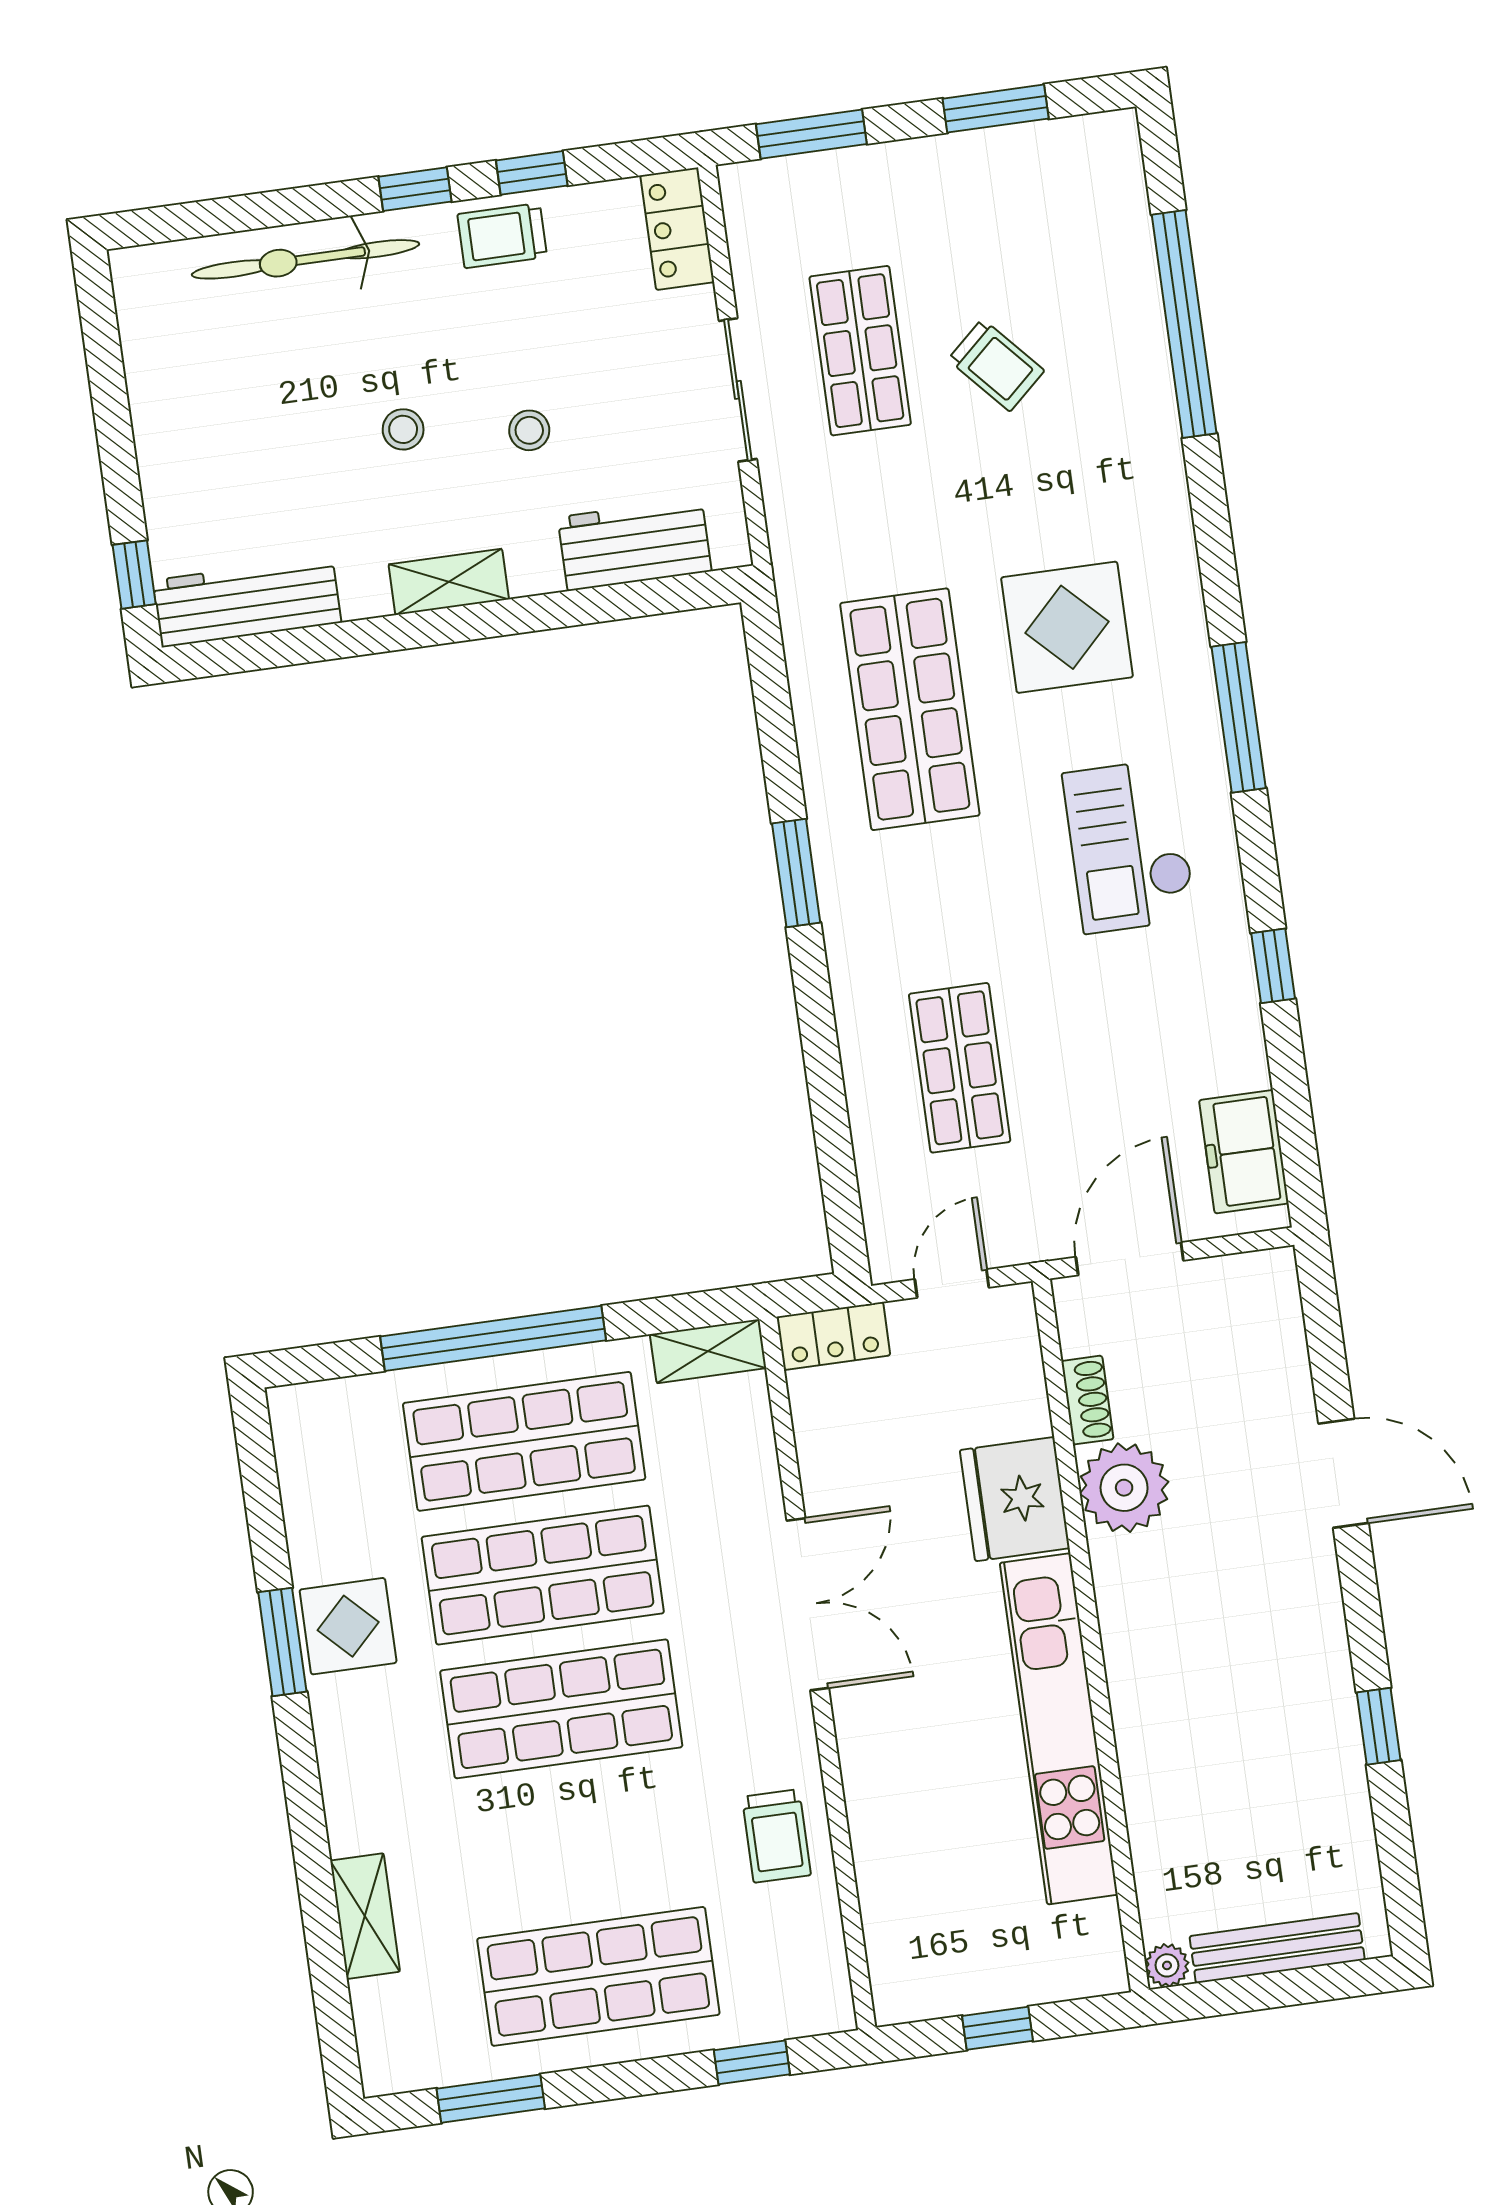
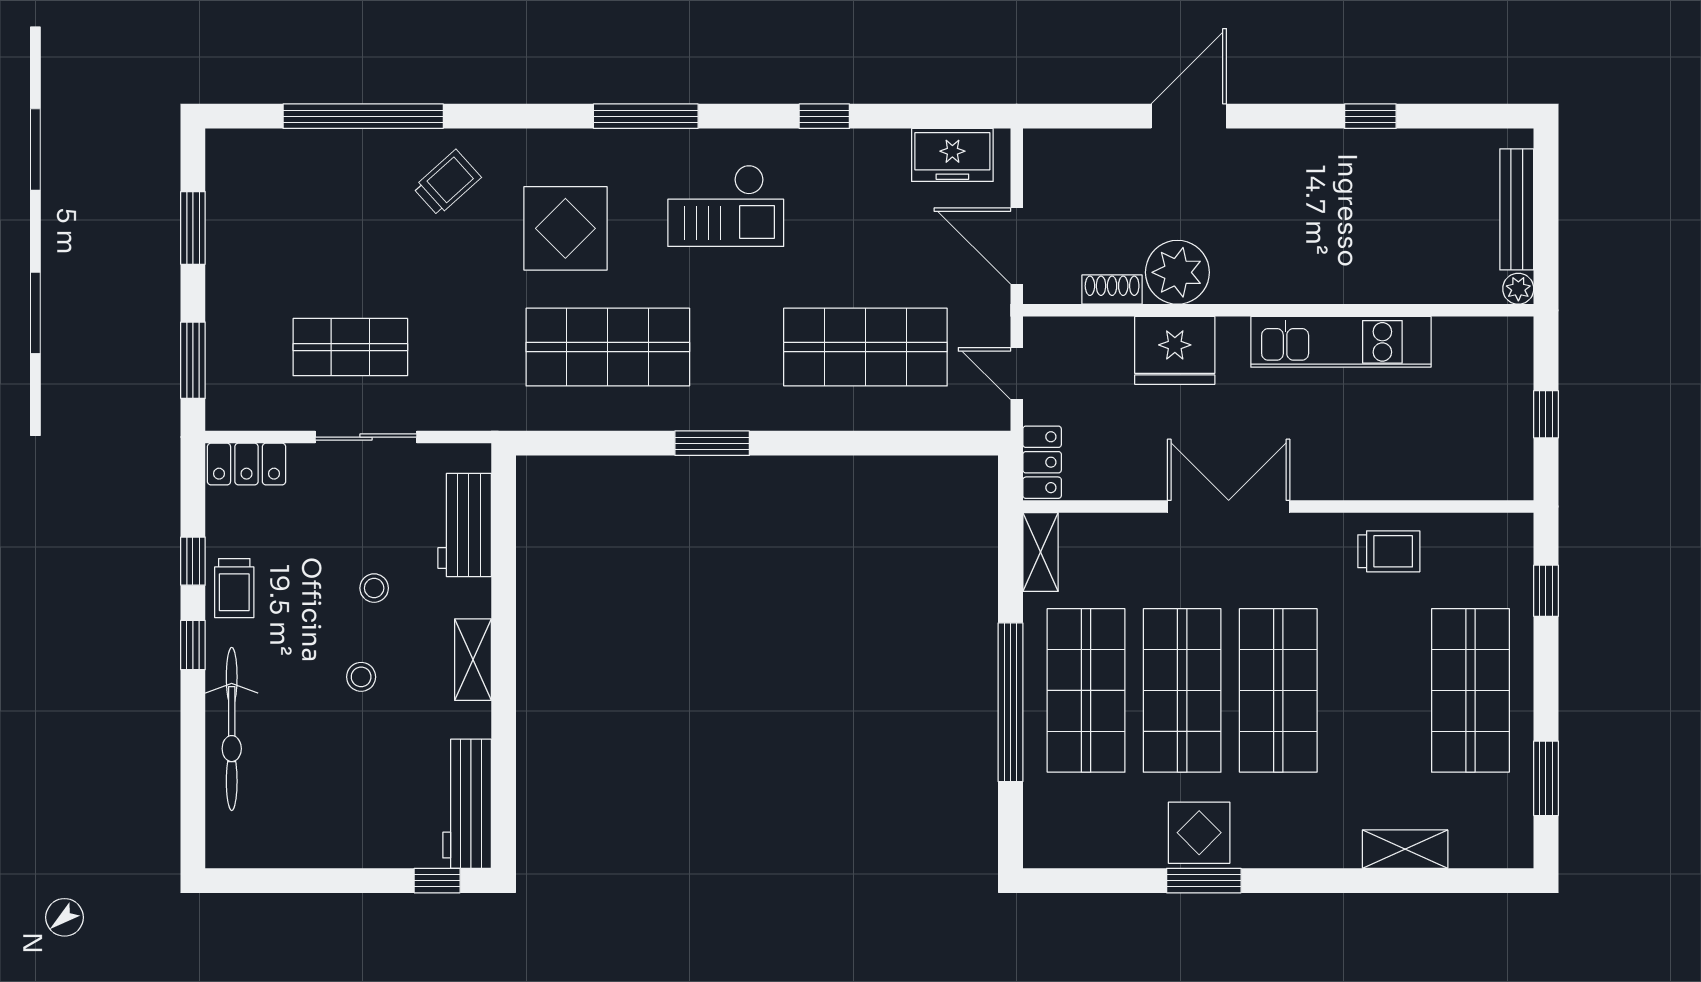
trolley: (996, 365) -> (447, 183), moved
shop shelf: (960, 1068) -> (865, 347), width x1.43, depth x1.36
kitchen unit: (1059, 1729) -> (1341, 342), width x0.73

